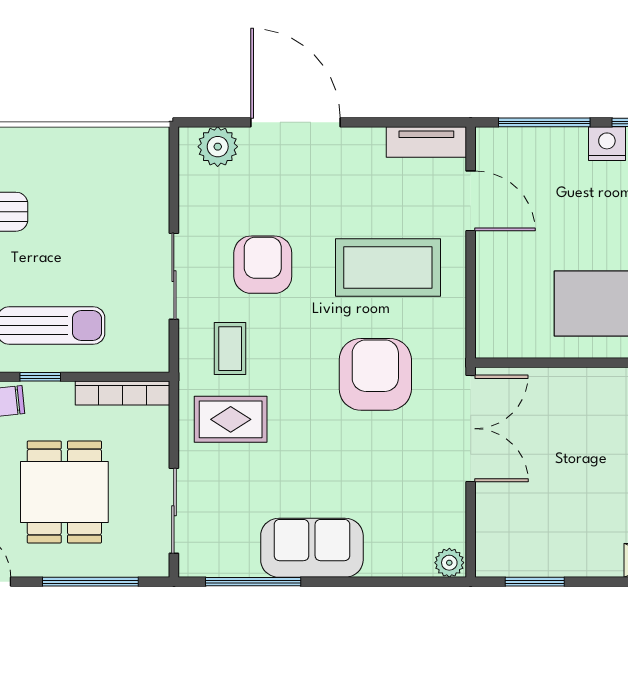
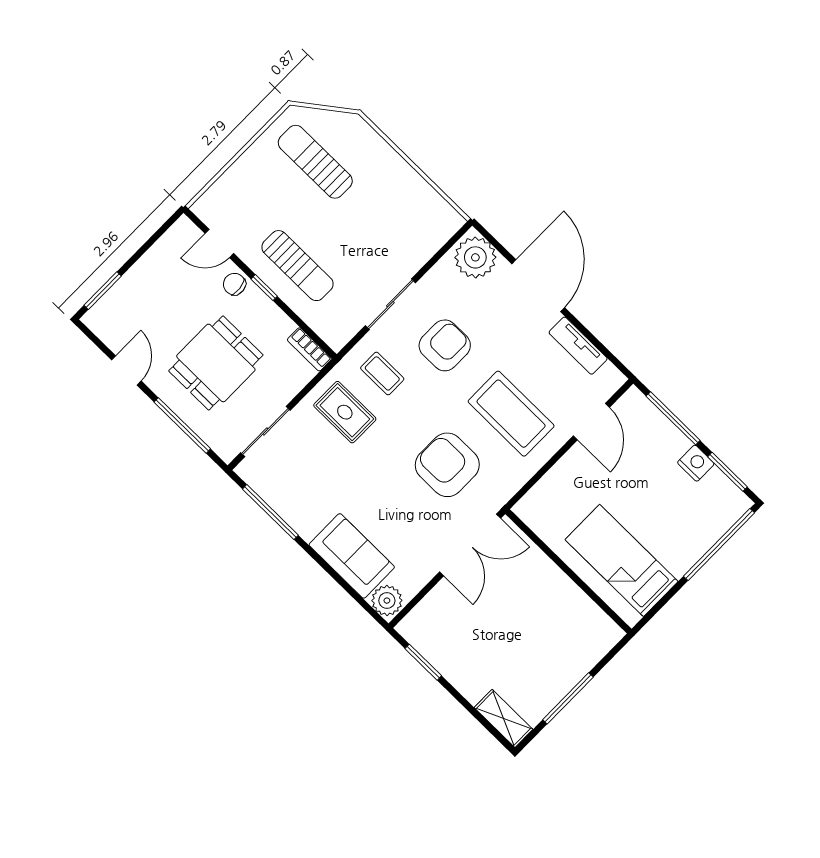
tv unit: (426, 142) -> (578, 346), moved
plant: (218, 147) -> (475, 257), width x1.36, depth x1.36
coffee table: (230, 349) -> (382, 373), turned 90
armchair: (375, 374) -> (447, 465), turned -90
bookcase: (123, 393) -> (309, 349), width x0.64
sofa: (312, 548) -> (352, 556), moved
plant: (449, 563) -> (387, 601), width x1.38, depth x1.38

